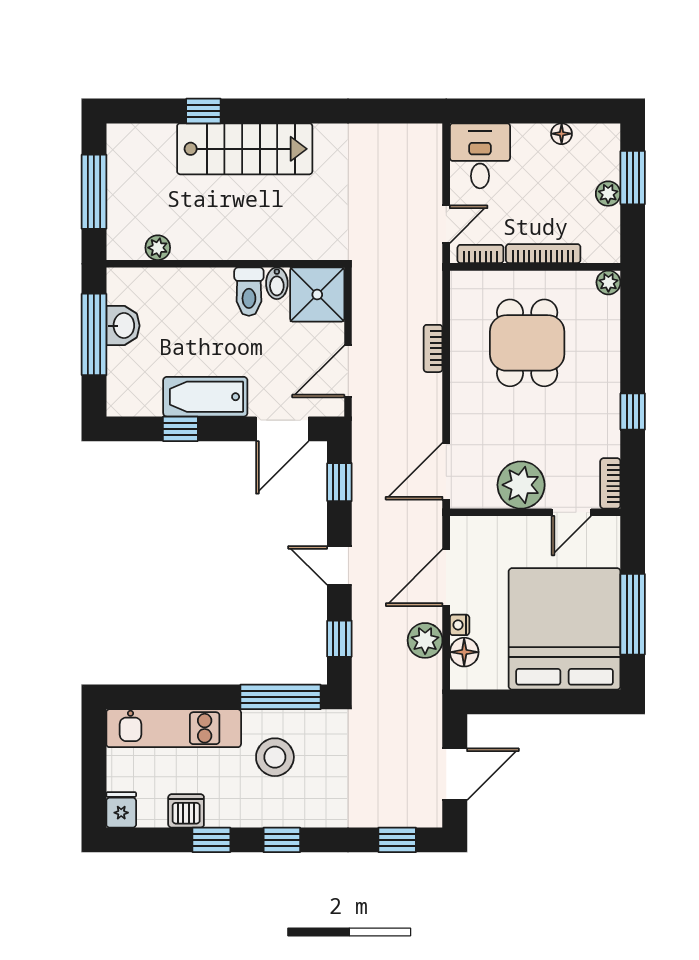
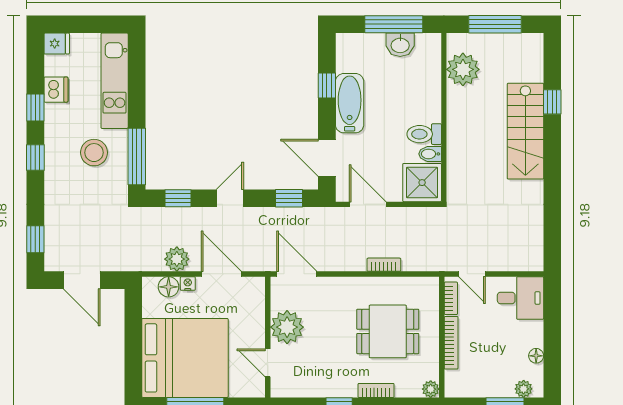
plant: (608, 194) -> (524, 389), moved
plant: (158, 248) -> (463, 69), width x1.88, depth x1.88
bookcase: (610, 483) -> (376, 390), moved

